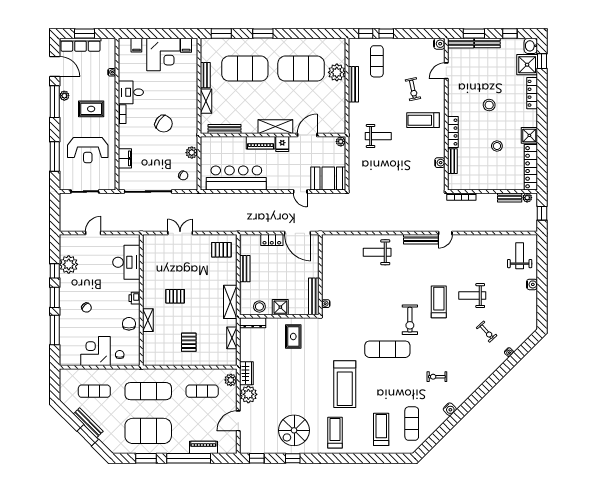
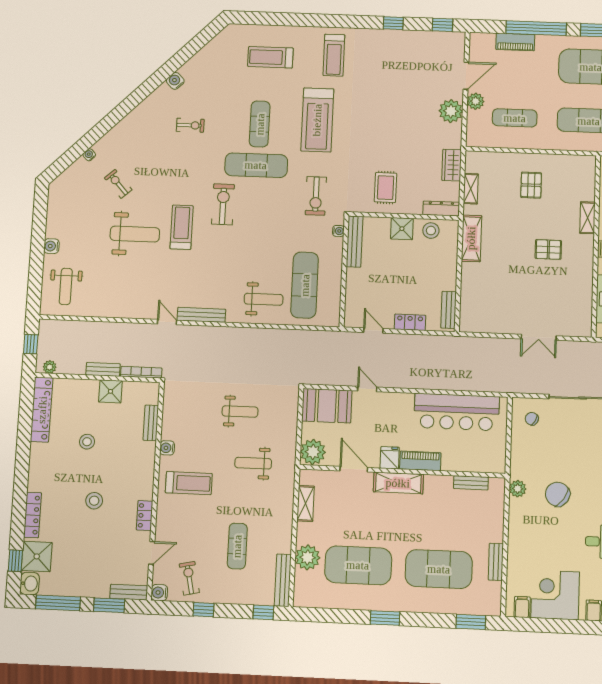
window: (263, 33) -> (385, 618), moved
window: (386, 33) -> (204, 610), moved
window: (510, 33) -> (58, 603), width x2.17
bench: (487, 43) -> (91, 591), removed
exercise mat: (377, 61) -> (237, 546), moved
bench: (353, 84) -> (283, 580), moved
exercise bike: (413, 89) -> (189, 578), moved
shelving: (206, 101) -> (306, 503), moved
bench: (225, 129) -> (471, 483), width x0.73
locker: (453, 132) -> (145, 516), moved, width x0.66
door: (307, 135) -> (354, 469), swing flipped
shower: (529, 135) -> (110, 391), moved
plant: (341, 141) -> (313, 452), width x1.88, depth x1.88
plant: (192, 153) -> (518, 489), moved
water cooler: (440, 163) -> (167, 448), moved
weight bench: (390, 172) -> (240, 411), added
bench: (510, 197) -> (103, 369), moved
door: (298, 233) -> (373, 331), width x0.53
door: (445, 233) -> (167, 322), hinge flipped
pallet: (221, 250) -> (481, 312), removed
exercise mat: (348, 264) -> (305, 285), added
bench: (245, 269) -> (449, 310), moved
weight bench: (472, 296) -> (135, 234), width x1.36, depth x1.33
treadmill: (439, 302) -> (182, 227), turned 180
exercise bike: (343, 328) -> (316, 196), added
wardrobe: (246, 373) -> (452, 165), moved
plant: (231, 380) -> (476, 101), moved
treadmill: (345, 384) -> (317, 120), turned 180
exercise mat: (412, 424) -> (260, 124), moved
treadmill: (381, 429) -> (270, 57), turned 90
spiral stairs: (294, 430) -> (390, 60), removed

